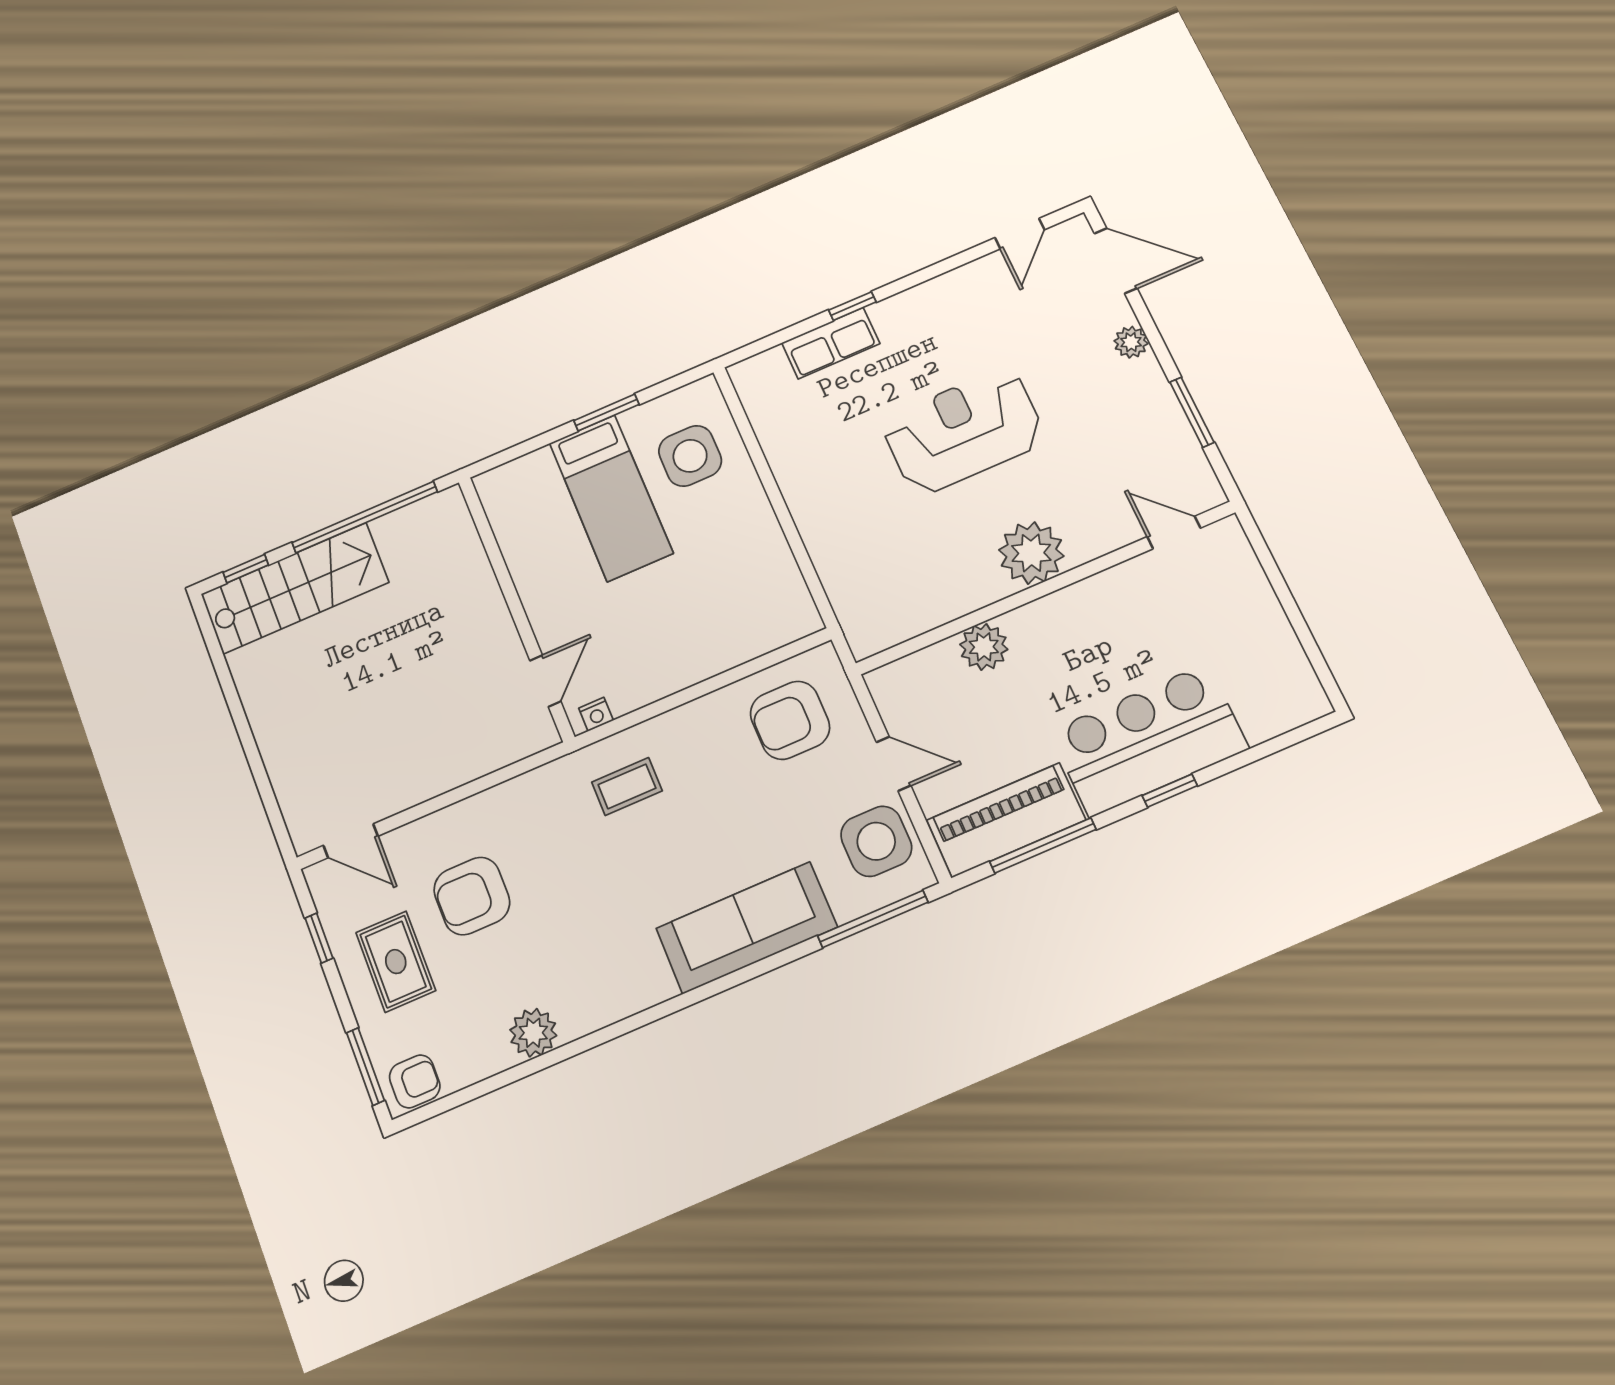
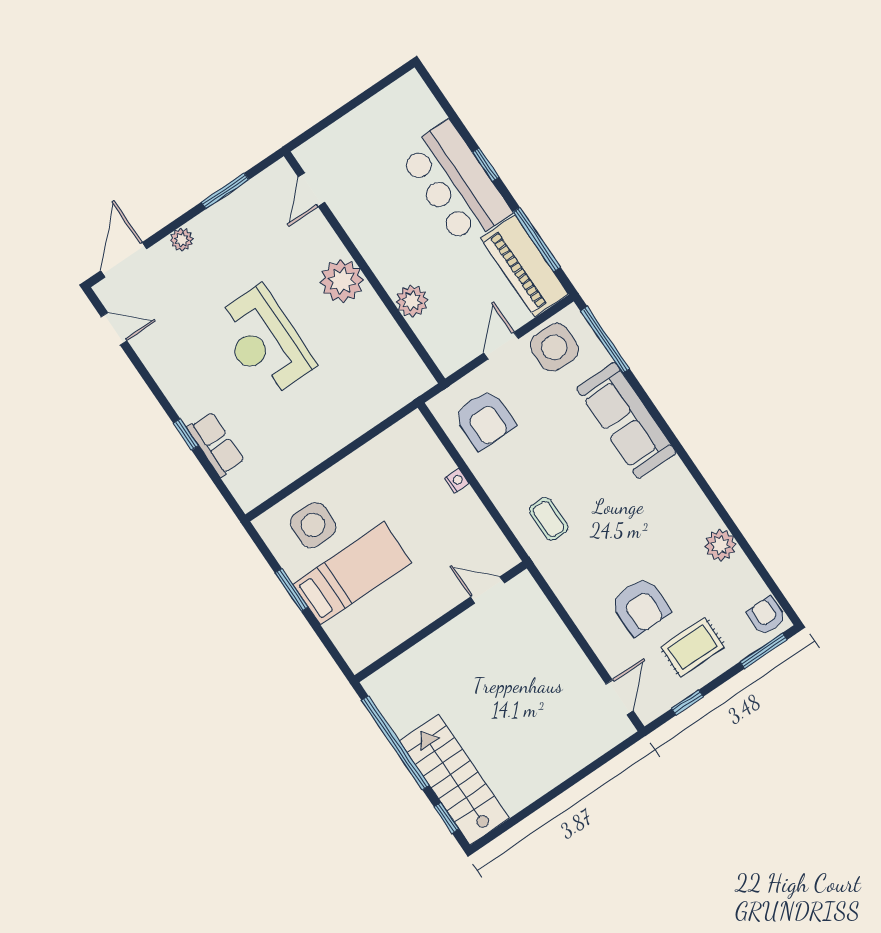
nightstand: (596, 714) -> (457, 481), moved

